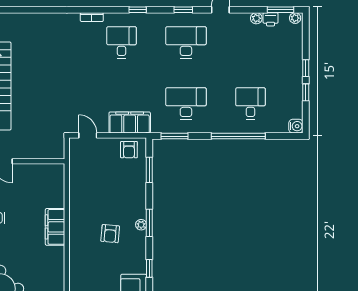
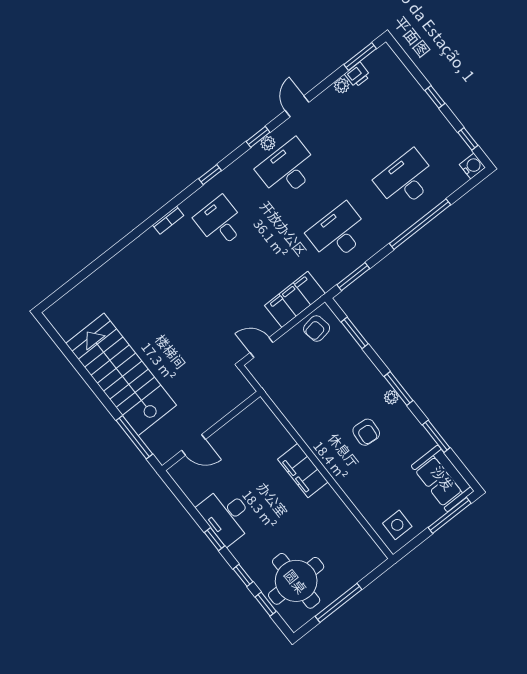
plant: (295, 18) -> (268, 143), moved
window: (306, 92) -> (468, 139), moved
desk: (250, 103) -> (406, 180), width x1.37
armchair: (129, 150) -> (317, 329), turned 80
window: (149, 268) -> (436, 436), width x1.50

